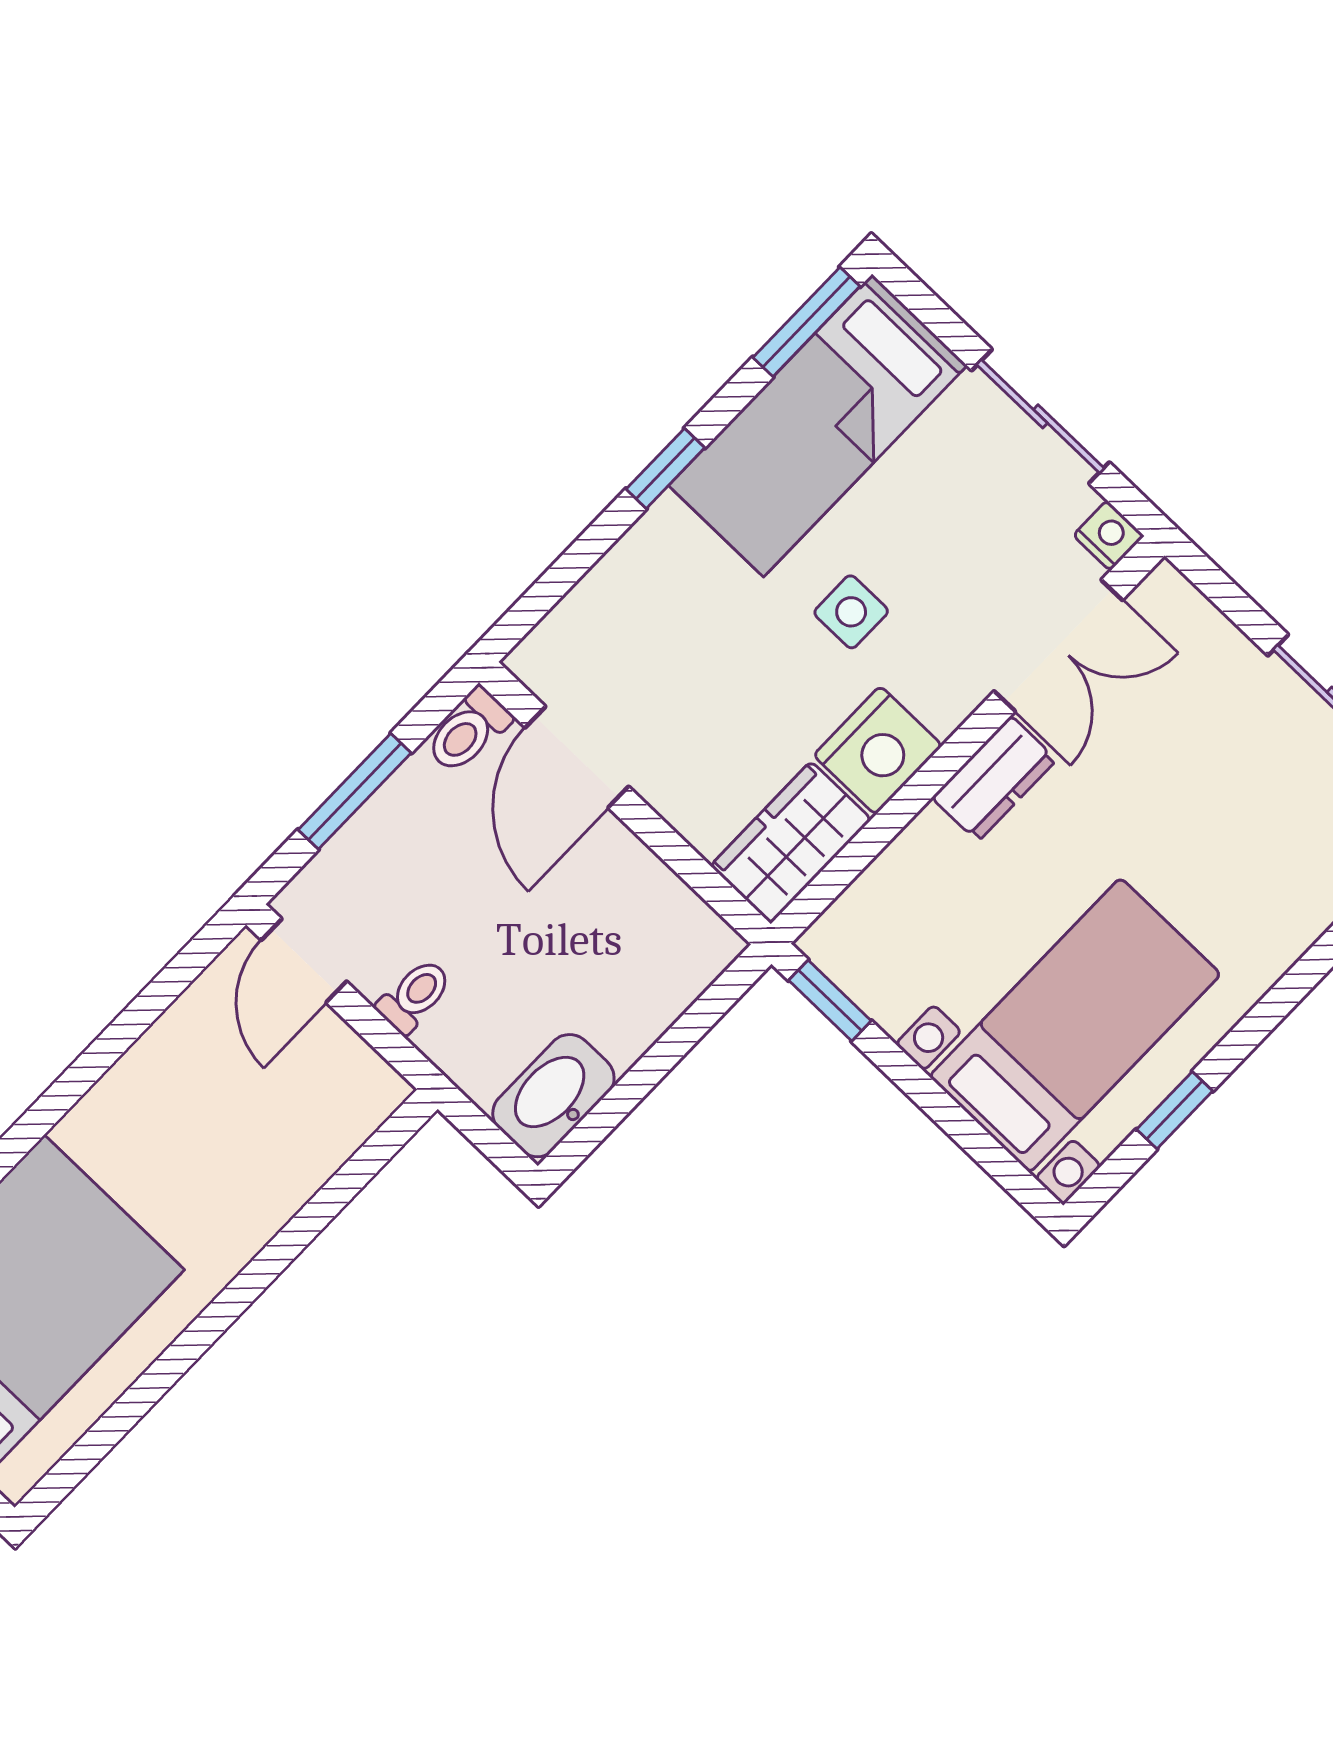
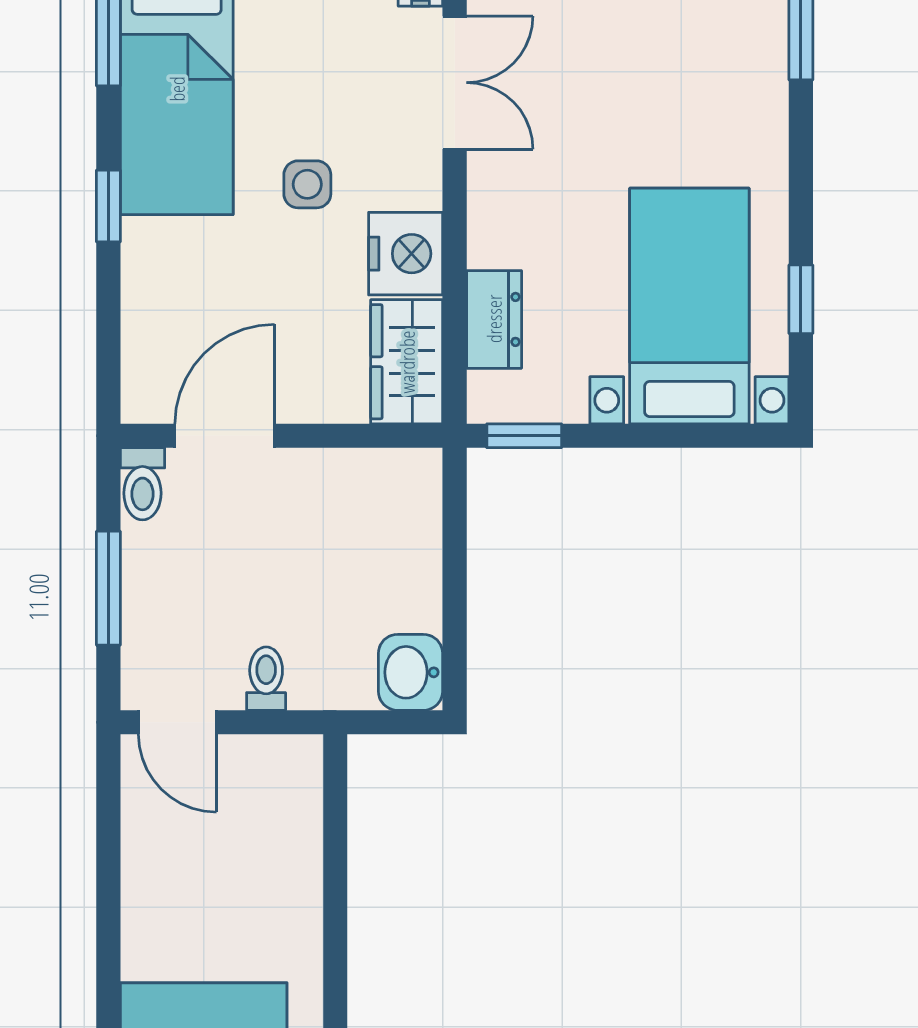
door: (577, 757) -> (225, 436), swing flipped
dresser: (994, 779) -> (494, 319), moved
washbasin: (553, 1096) -> (411, 672), width x0.72

